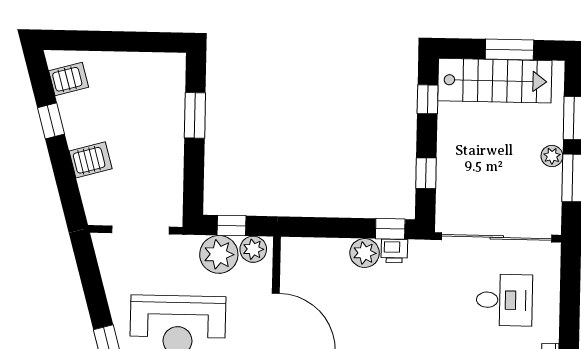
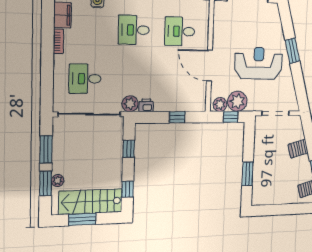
plant: (552, 156) -> (58, 181), moved
window: (390, 229) -> (177, 117), moved
plant: (365, 253) -> (130, 104), moved

